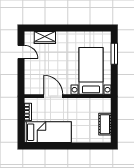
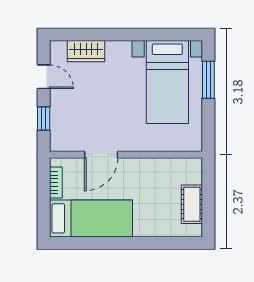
bed with nightstands: (91, 71) -> (167, 82), moved, turned 180
window: (21, 76) -> (44, 118), added
door: (53, 96) -> (101, 155), swing flipped

